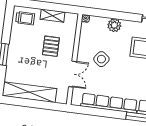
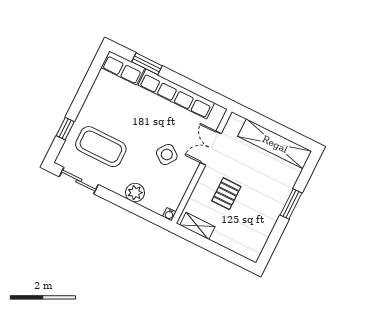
shelving: (53, 16) -> (197, 226), moved
trolley: (25, 18) -> (247, 241), removed

